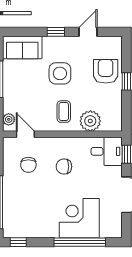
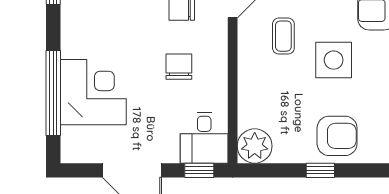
coffee table: (64, 112) -> (283, 36), moved, turned 90
plant: (90, 121) -> (255, 146), moved

